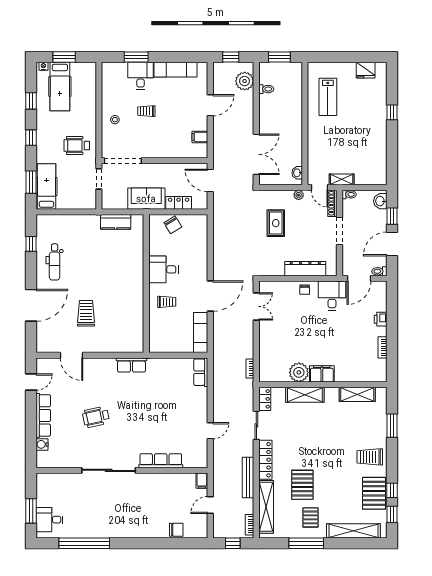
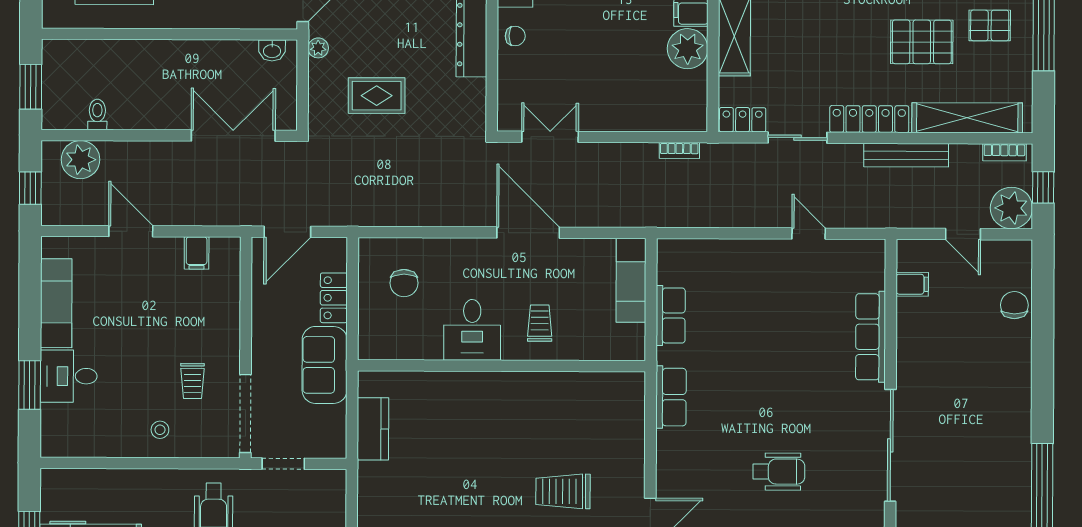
trolley: (146, 111) -> (192, 381), moved
chair: (173, 225) -> (404, 283), moved, turned 121
exam couch: (201, 332) -> (631, 280), moved, turned 90
row of seats: (201, 372) -> (671, 315), moved, turned -90
wheelchair: (96, 417) -> (779, 472), turned -78
filing cabinet: (202, 481) -> (912, 284), moved
plant: (223, 528) -> (1011, 208), added

